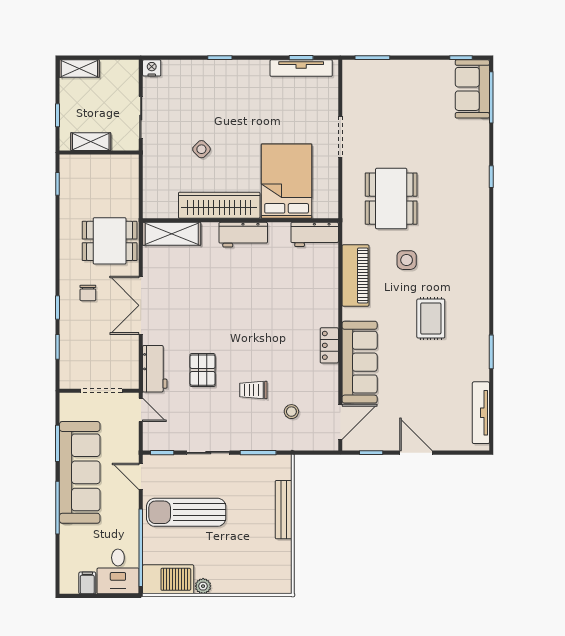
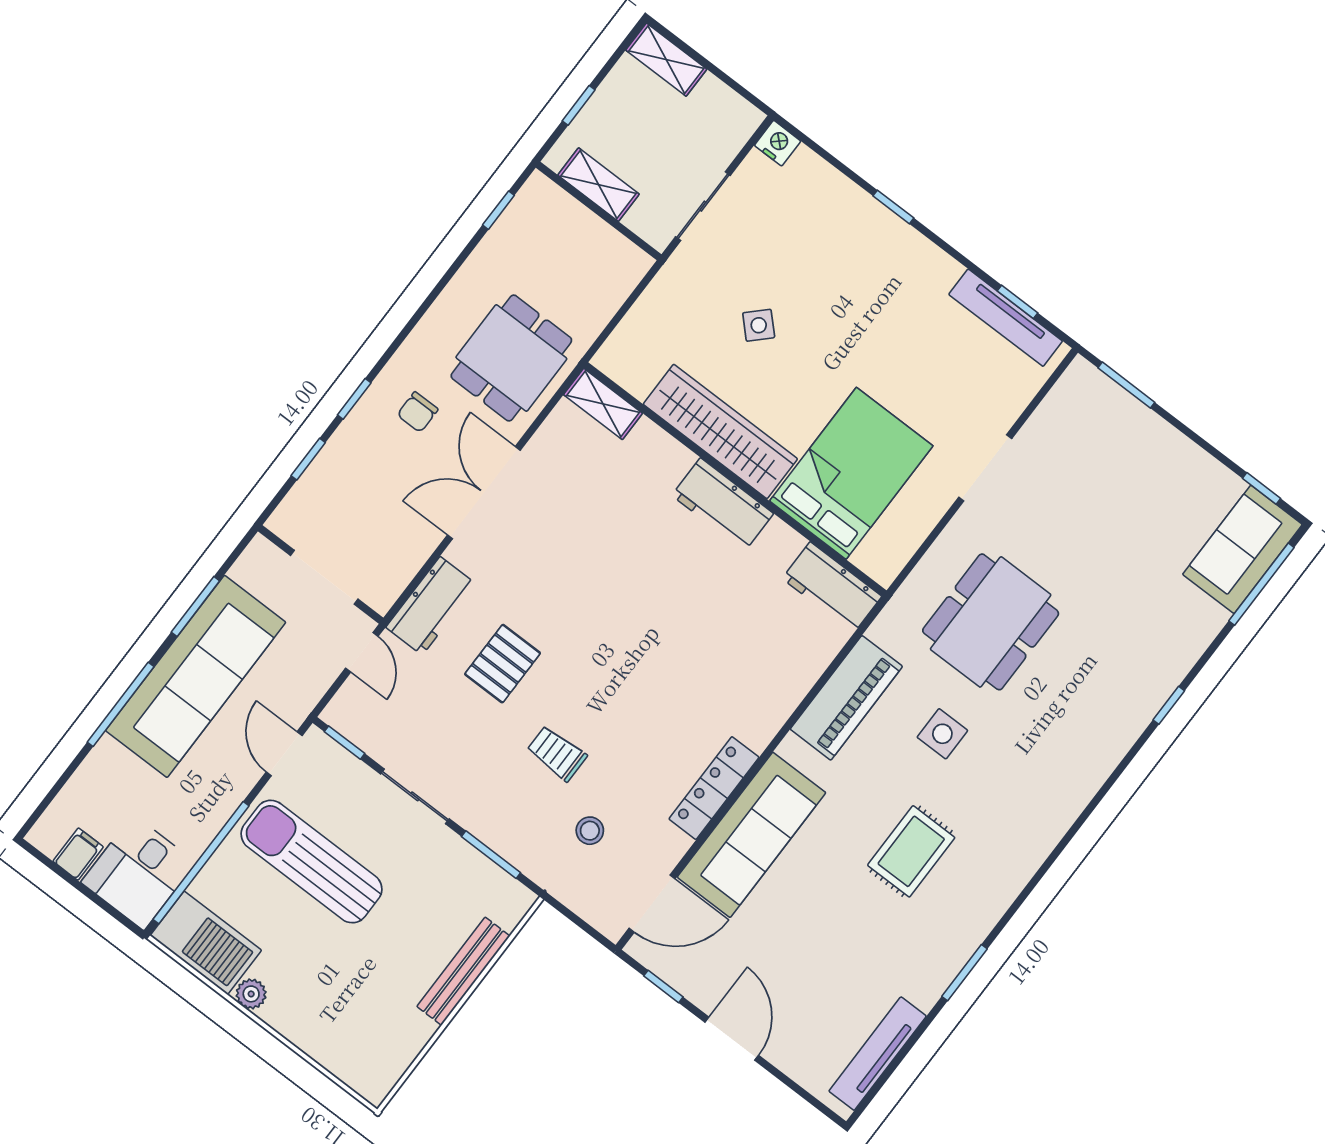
shelving: (172, 234) -> (603, 404), width x0.67, depth x0.75
dining table: (110, 241) -> (511, 358), turned 90
locker: (329, 345) -> (714, 788), width x1.53

